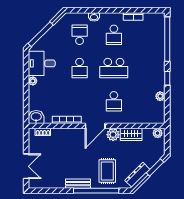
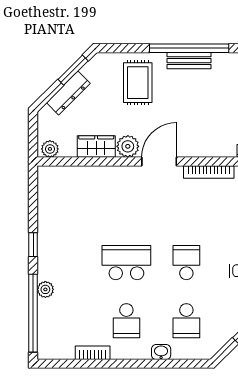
school desk: (114, 35) -> (126, 321), turned 180
plant: (160, 96) -> (45, 289), moved
school desk: (114, 101) -> (126, 204), removed
window: (155, 168) -> (73, 70), moved
dresser: (137, 175) -> (68, 93), moved
window: (96, 191) -> (189, 48), moved

